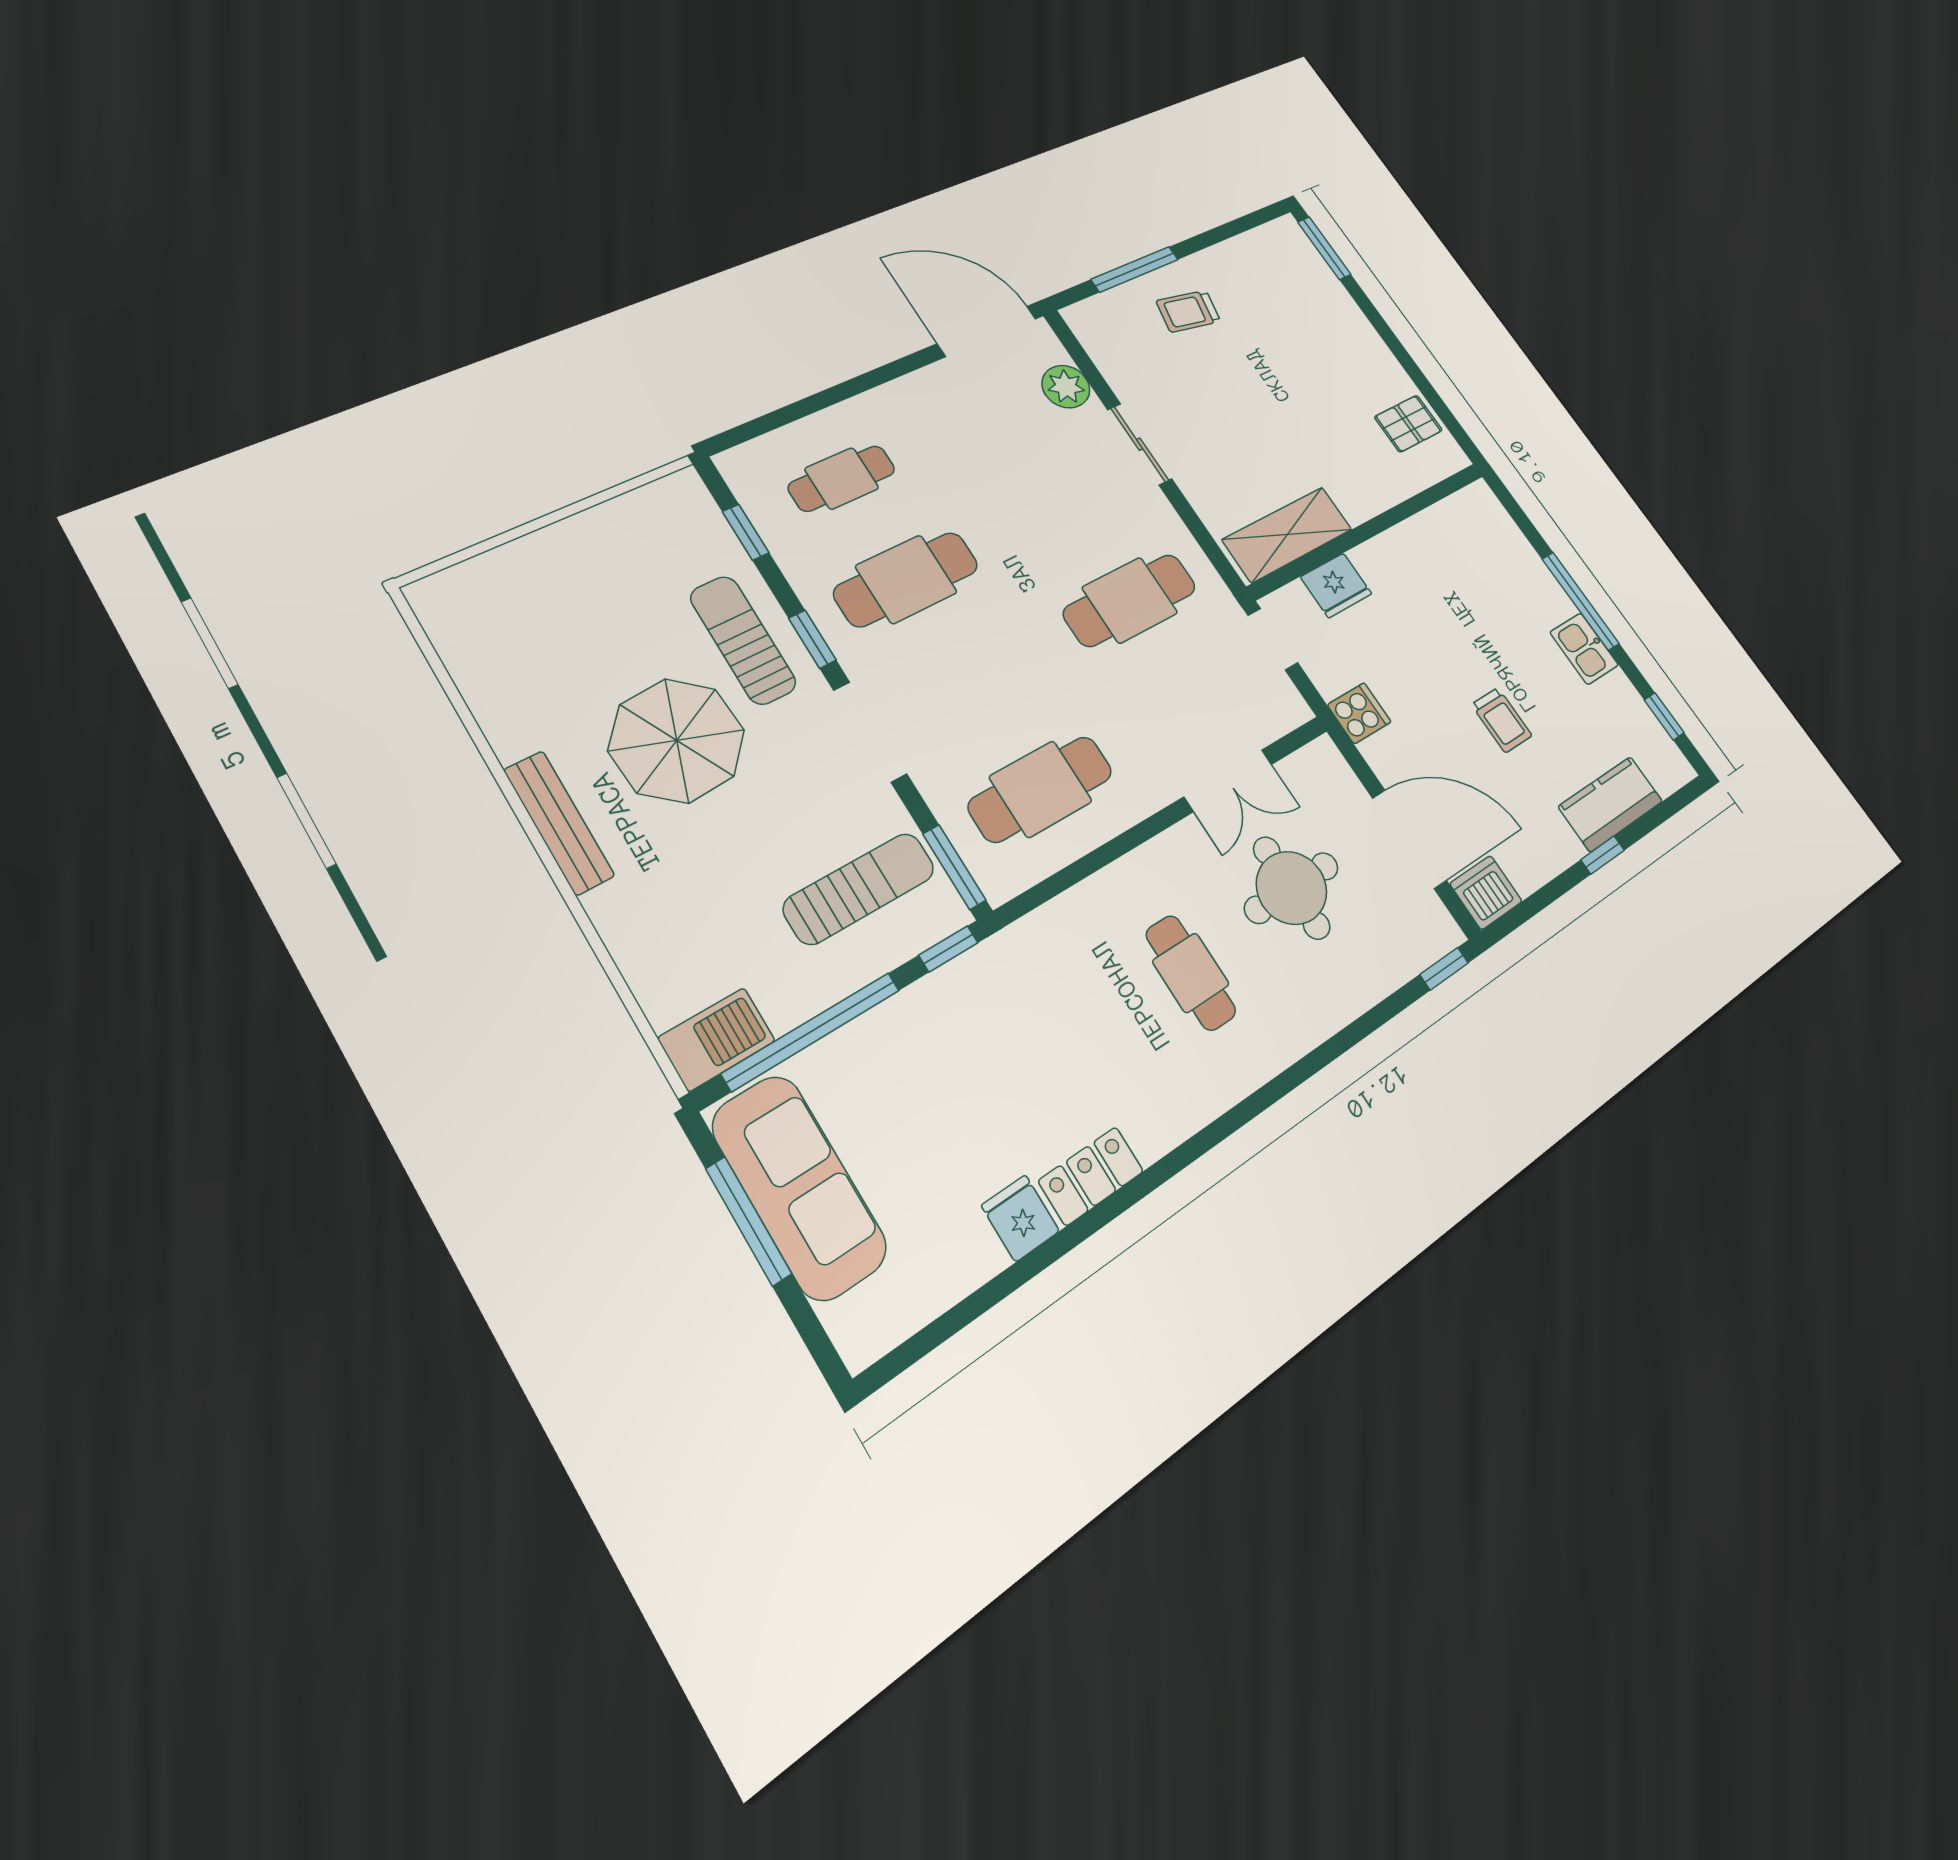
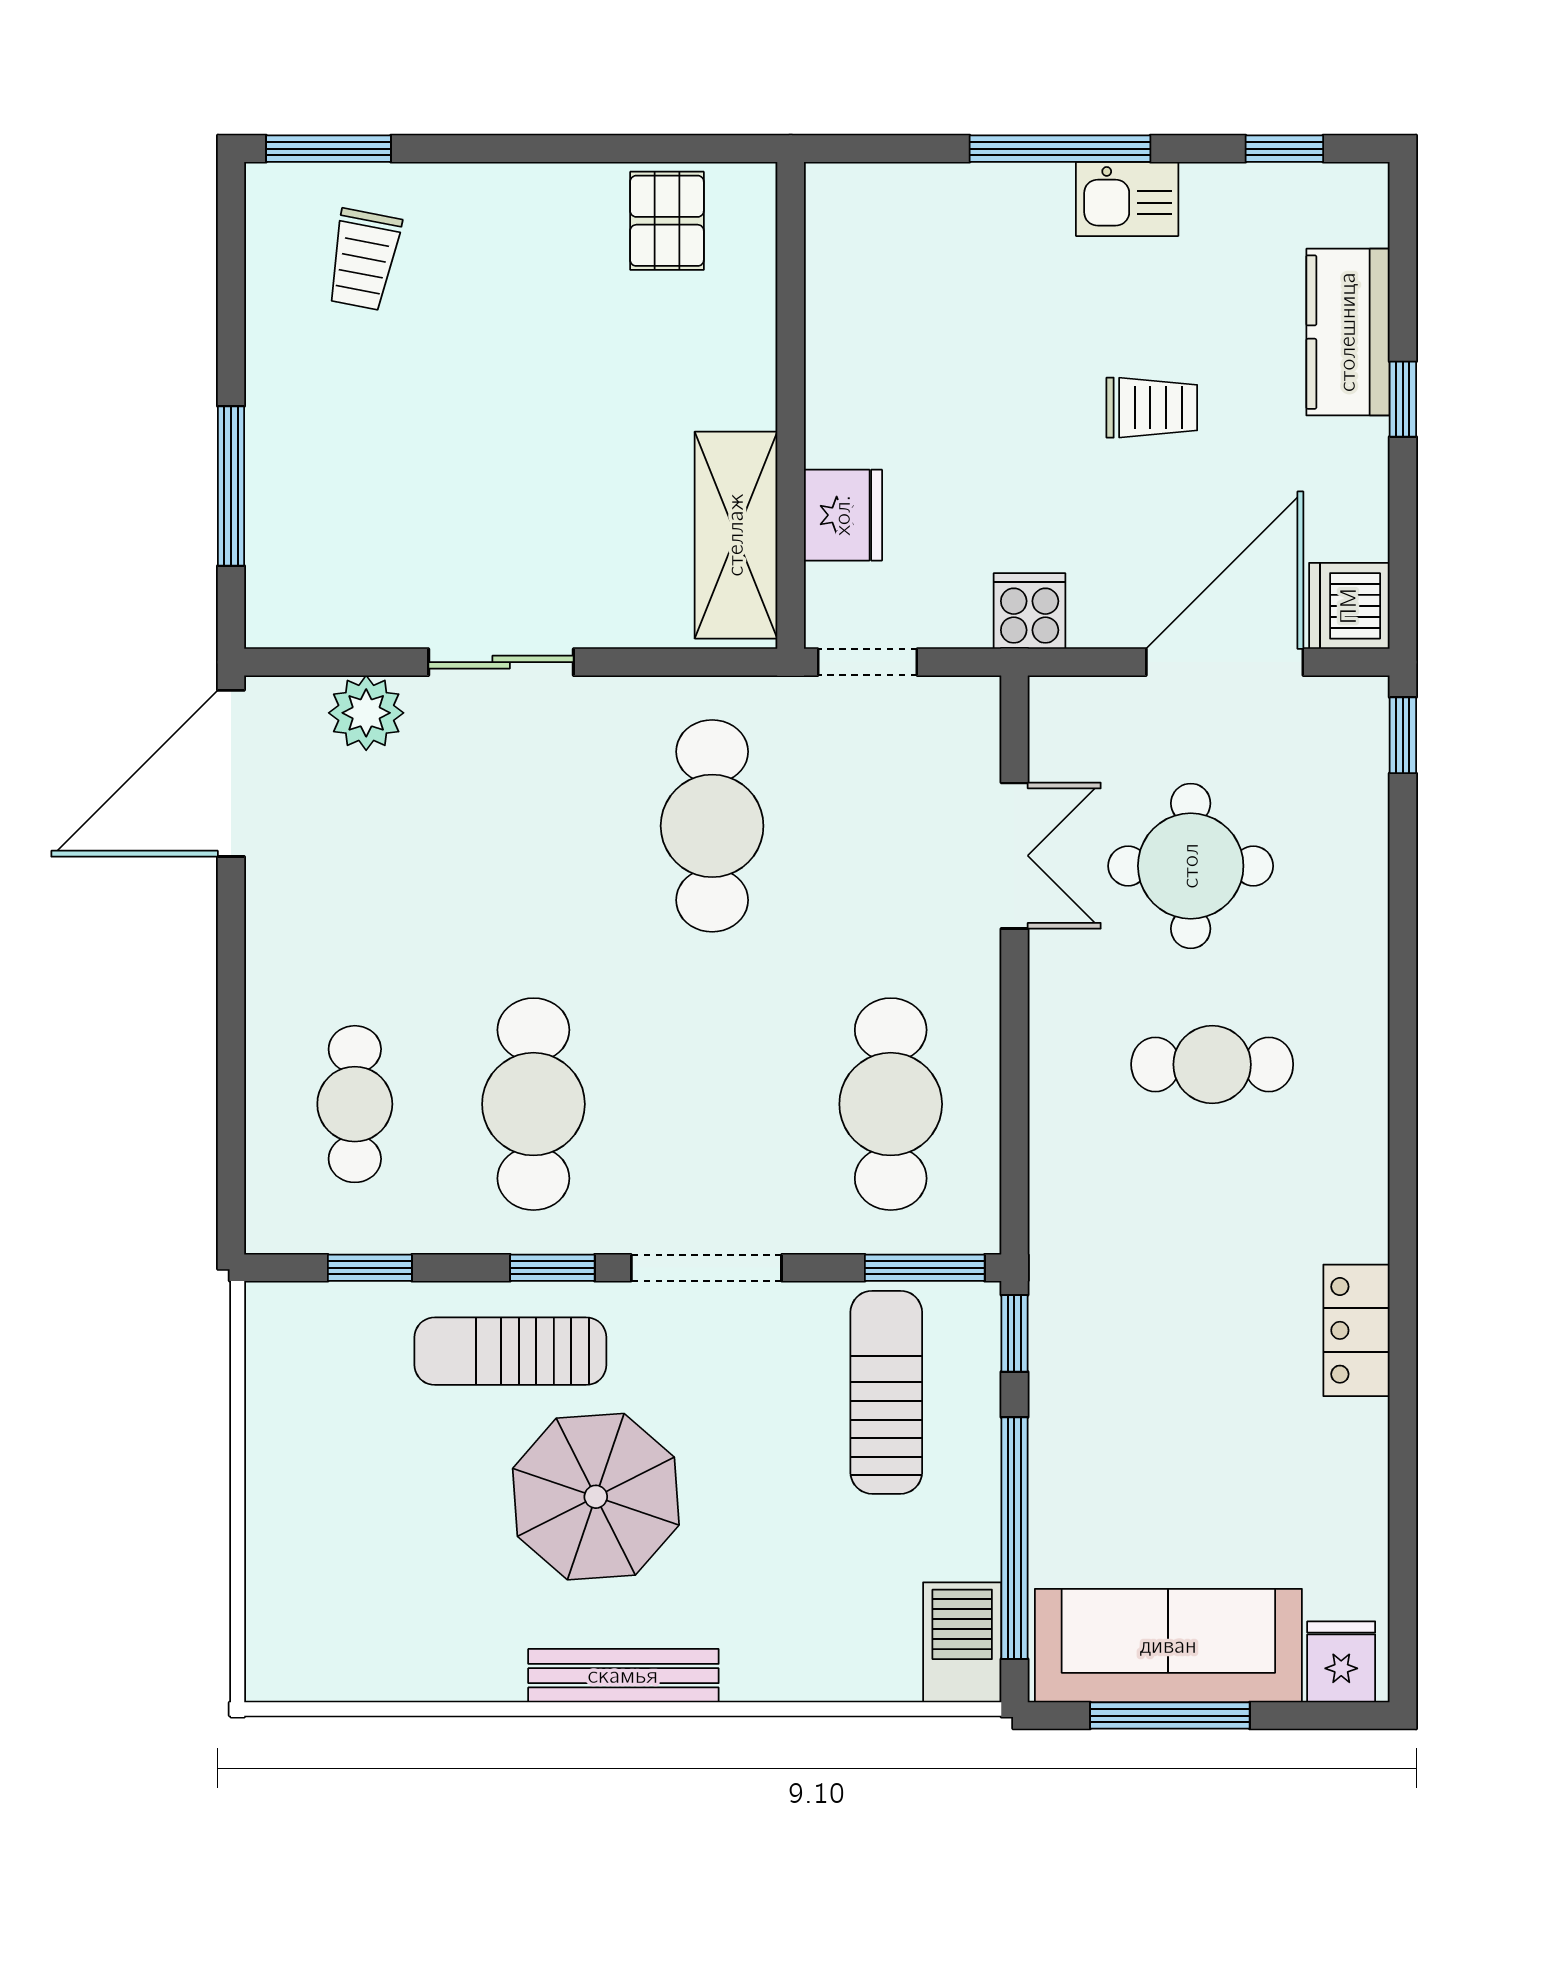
trolley: (1188, 311) -> (364, 259), moved
fridge: (1020, 1218) -> (1341, 1662), moved, turned 90

